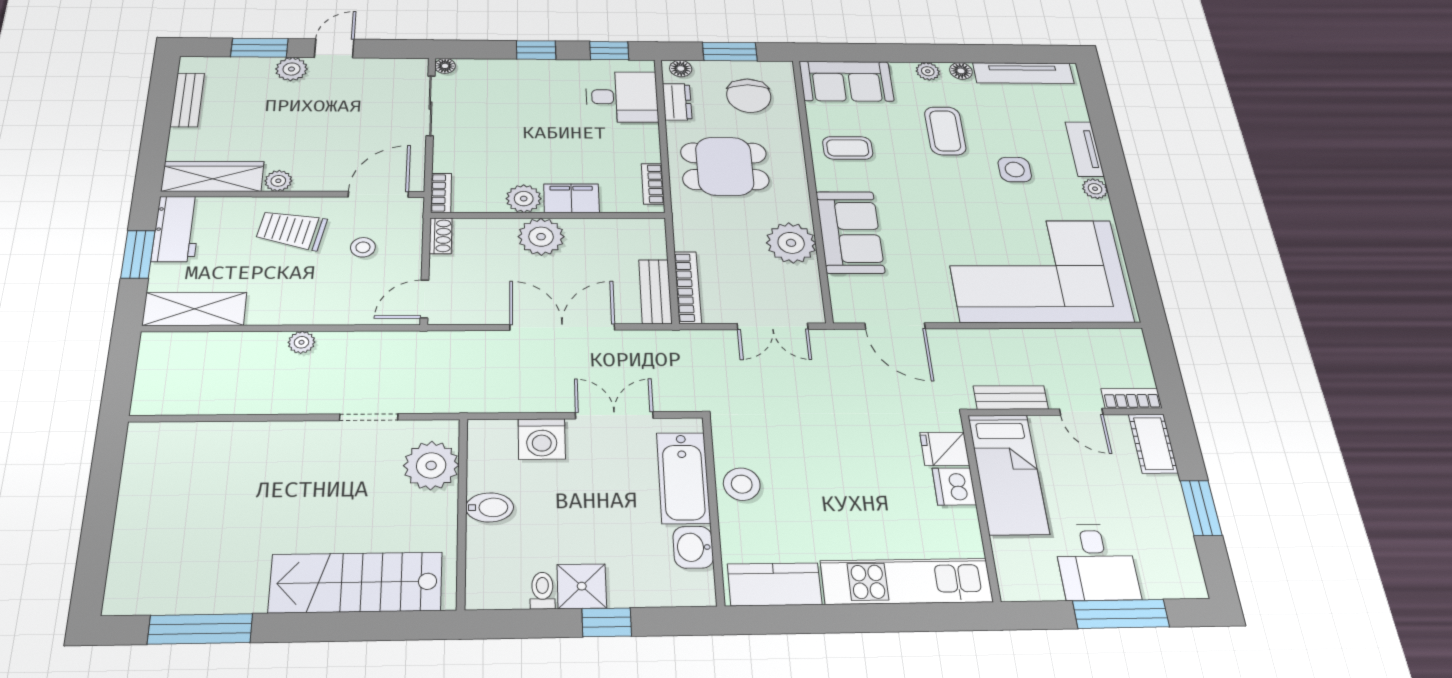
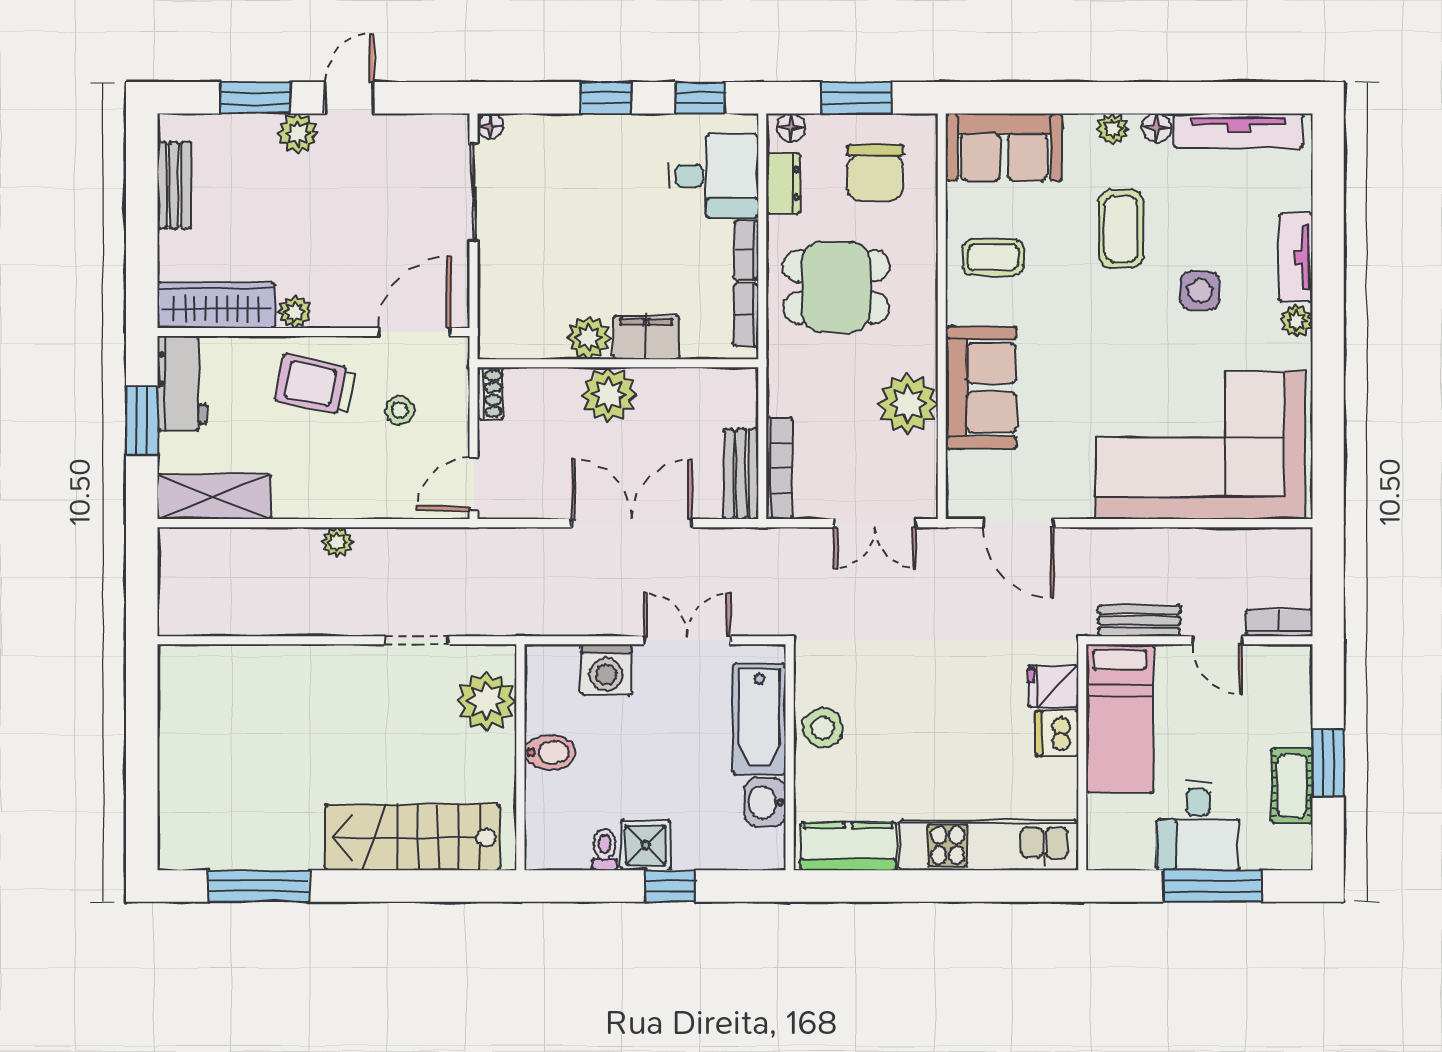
bookcase: (441, 193) -> (746, 250), moved, turned 180
cot: (1153, 444) -> (1292, 786), moved

